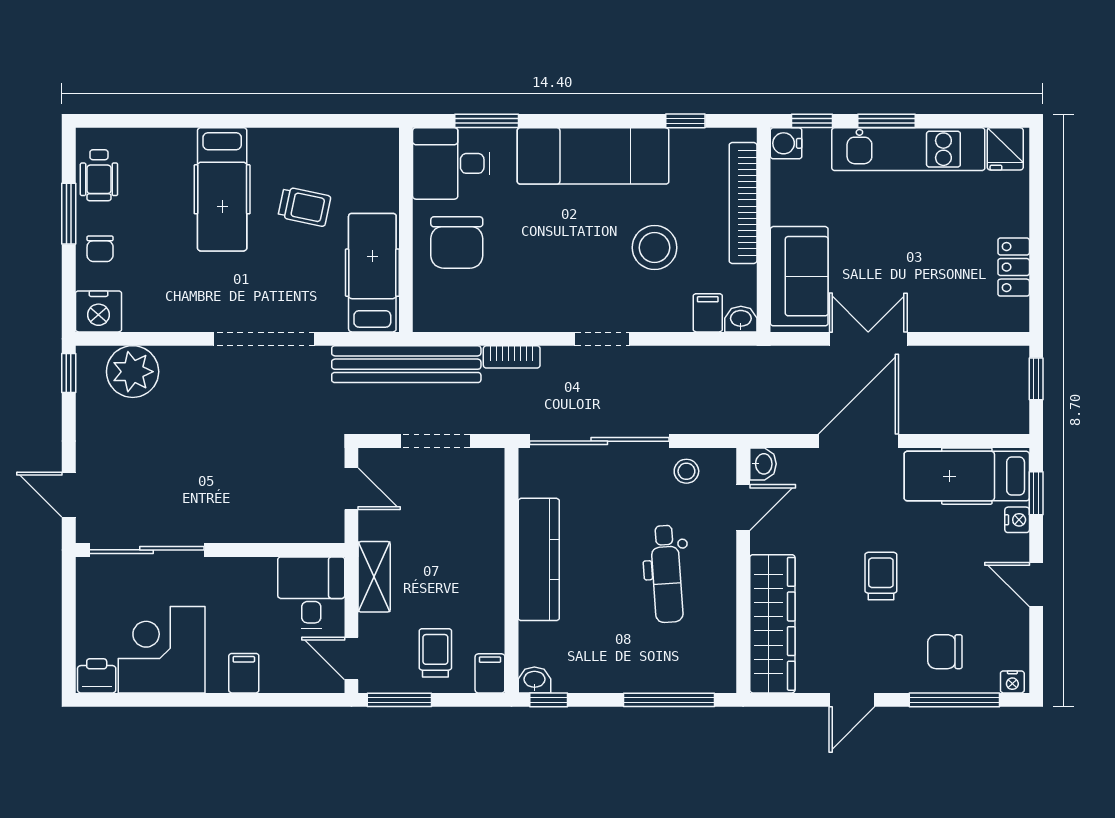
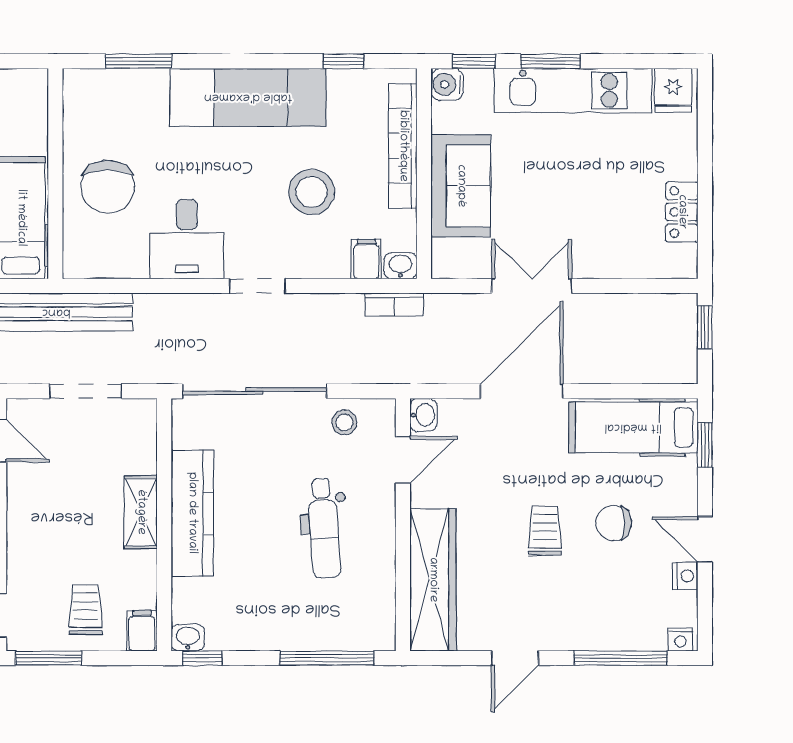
desk: (451, 163) -> (187, 239), moved, turned -90
sofa: (799, 276) -> (461, 186), moved
bookcase: (512, 357) -> (394, 305), moved
nightstand: (1017, 520) -> (685, 576), moved
shelving: (374, 577) -> (141, 512), moved
chair: (945, 652) -> (614, 523), moved

